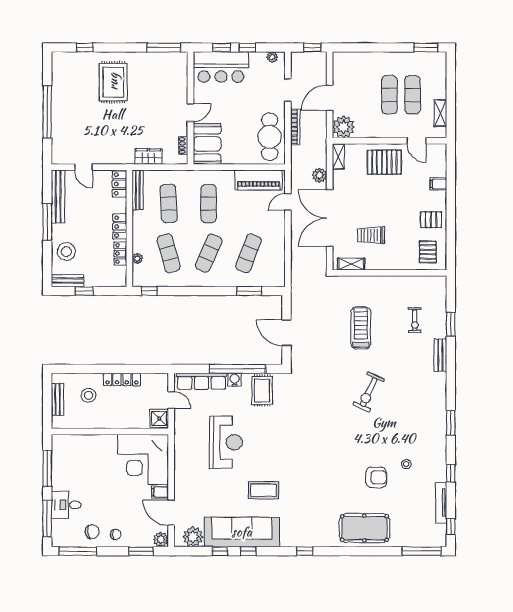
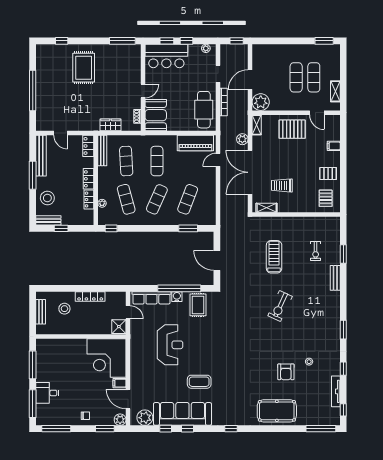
armchair: (376, 477) -> (286, 372), turned 90
chair: (92, 532) -> (67, 414), removed

